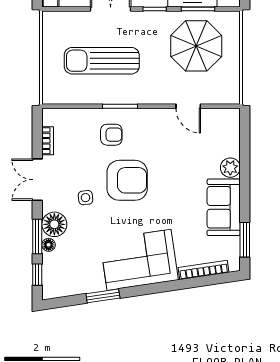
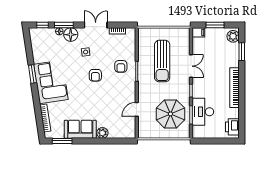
sun lounger: (102, 61) -> (162, 61), turned 180
armchair: (127, 180) -> (95, 75), width x0.53, depth x0.53
window: (103, 296) -> (32, 74), moved

